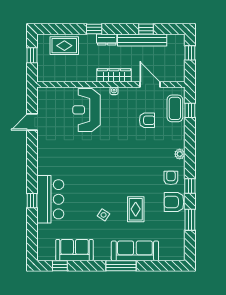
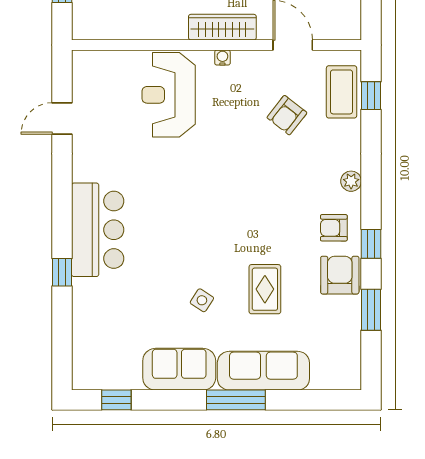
armchair: (147, 120) -> (287, 115), turned 128
armchair: (171, 178) -> (334, 228), turned -90
bar counter: (50, 199) -> (98, 230), moved
armchair: (174, 202) -> (340, 275), turned 90
sofa: (74, 250) -> (179, 369), moved

